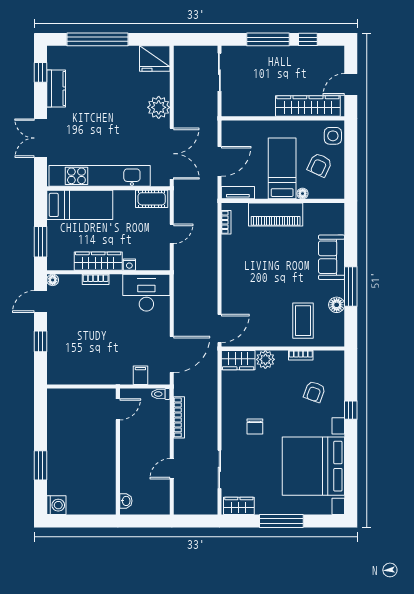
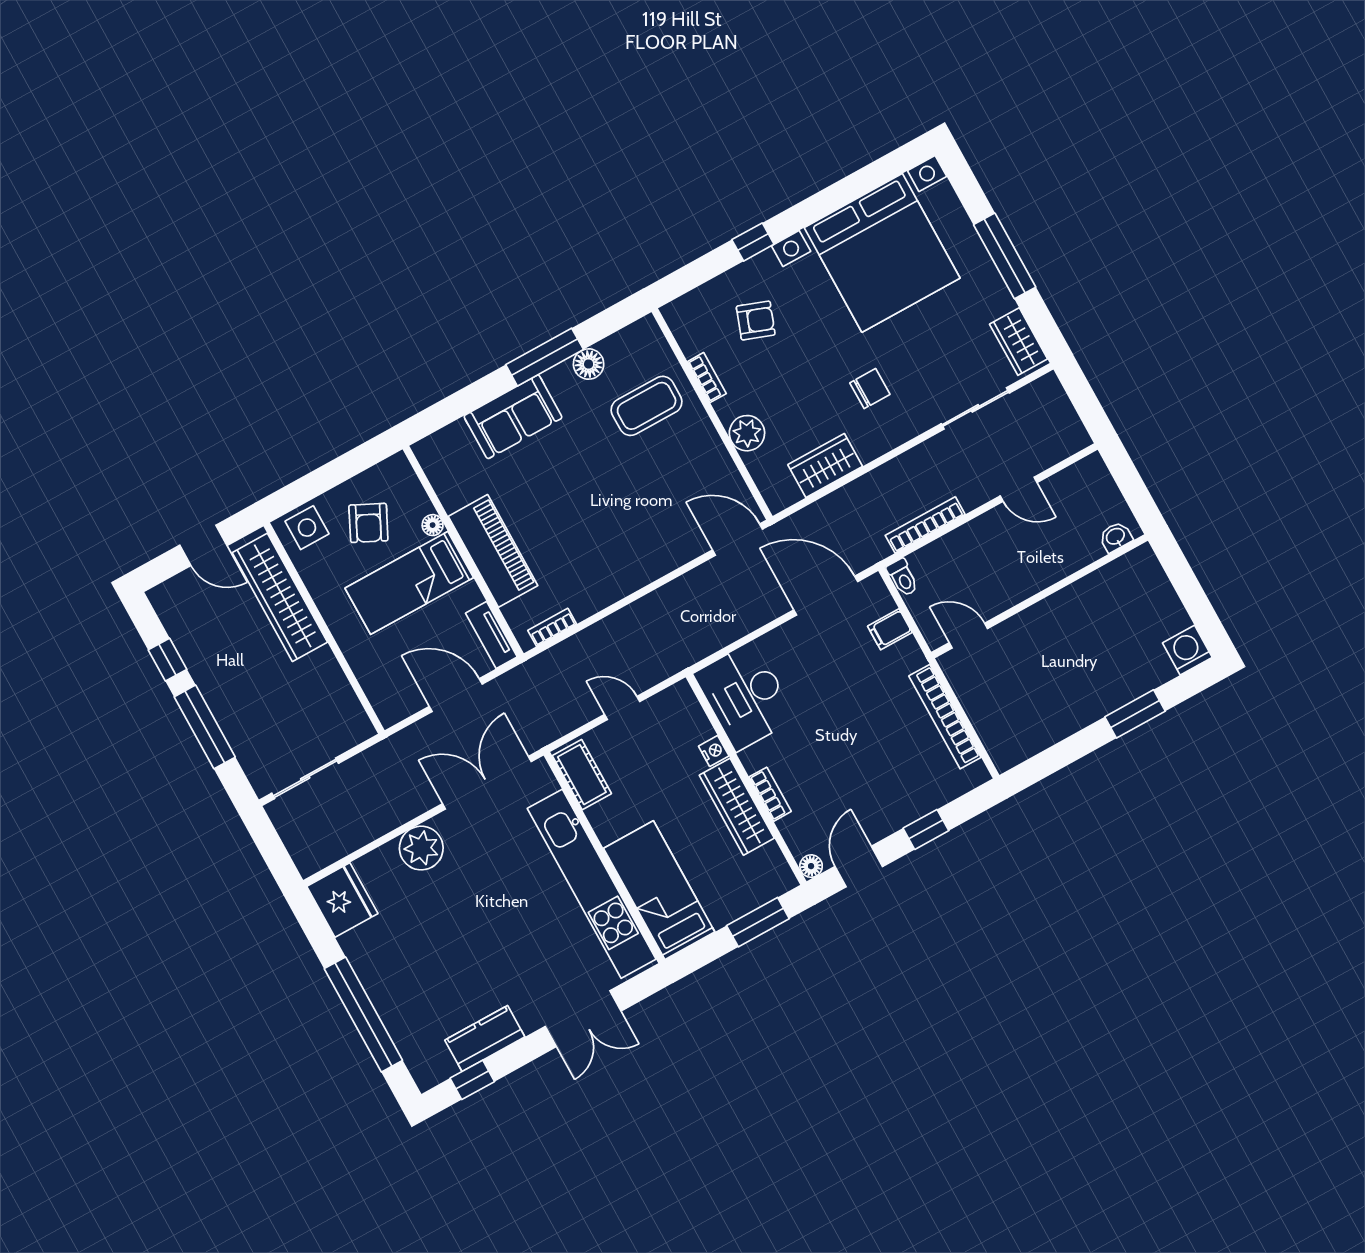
armchair: (320, 165) -> (368, 523), turned 91
door: (40, 302) -> (859, 867), swing flipped
wardrobe: (238, 360) -> (825, 466), moved, turned -90
bookcase: (87, 378) -> (945, 717), added

